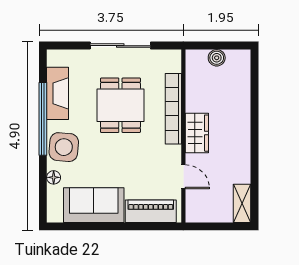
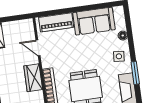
window: (43, 119) -> (135, 73), width x0.47
side table: (64, 147) -> (119, 56), width x0.54, depth x0.54

